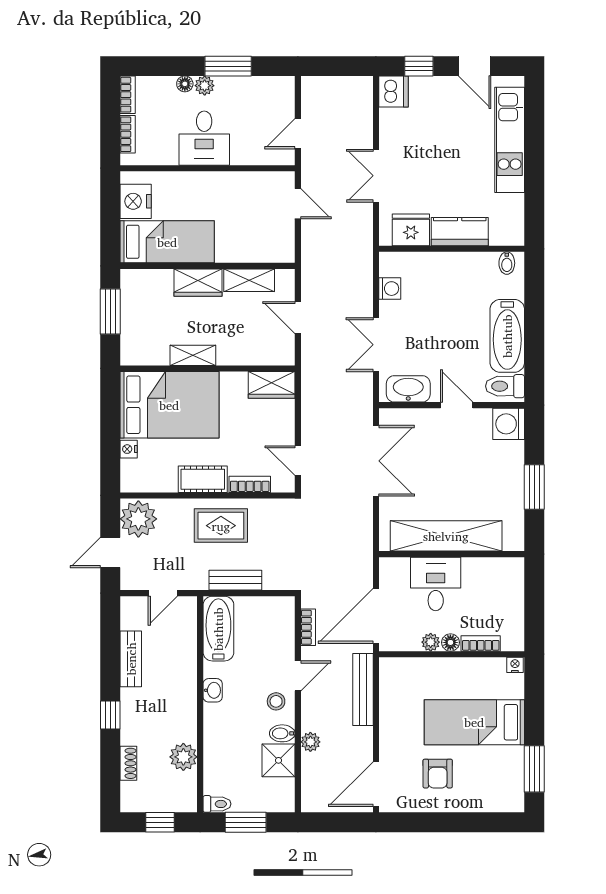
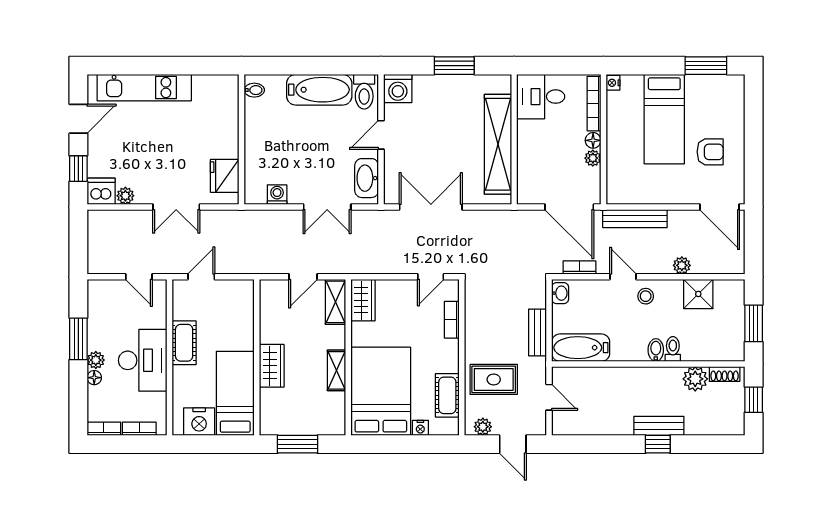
plant: (389, 119) -> (125, 196), added
desk: (204, 138) -> (143, 360), width x1.37
cot: (224, 184) -> (184, 343), added
kitchen counter: (460, 232) -> (226, 132), removed
shelving: (249, 280) -> (336, 302), moved
cot: (203, 479) -> (447, 395), moved
plant: (138, 519) -> (483, 427), width x0.53, depth x0.53
rug: (221, 526) -> (494, 379), moved, turned 90
desk: (436, 584) -> (541, 97), moved
bookcase: (481, 644) -> (594, 104), width x1.56
bench: (131, 659) -> (659, 426), moved
washbasin: (213, 690) -> (560, 293), moved, turned 90
bidet: (282, 733) -> (656, 350), moved, turned 180
shoe rack: (128, 763) -> (725, 374), moved, turned 180
toilet: (217, 804) -> (673, 349), moved

